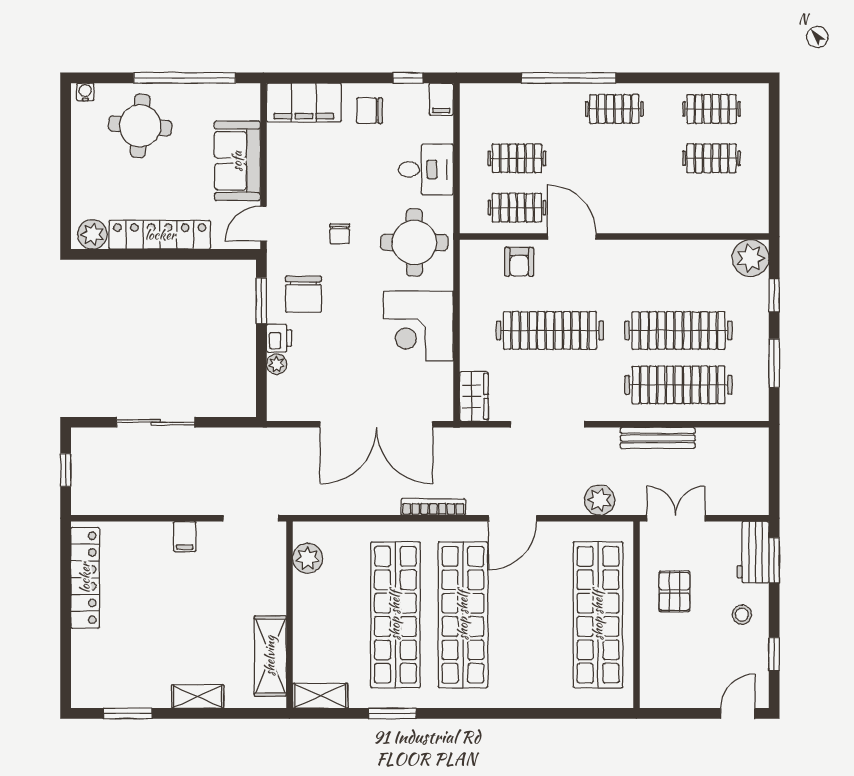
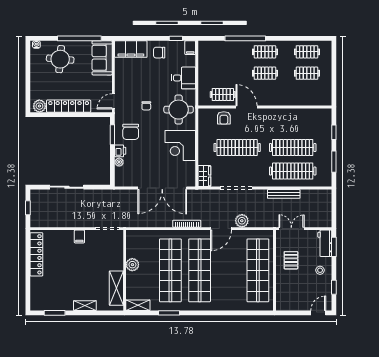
clothes rail: (517, 158) -> (265, 73), moved
sofa: (237, 161) -> (102, 58), moved
plant: (751, 258) -> (324, 116), removed
plant: (600, 500) -> (242, 221), moved
plant: (308, 558) -> (132, 265), moved

